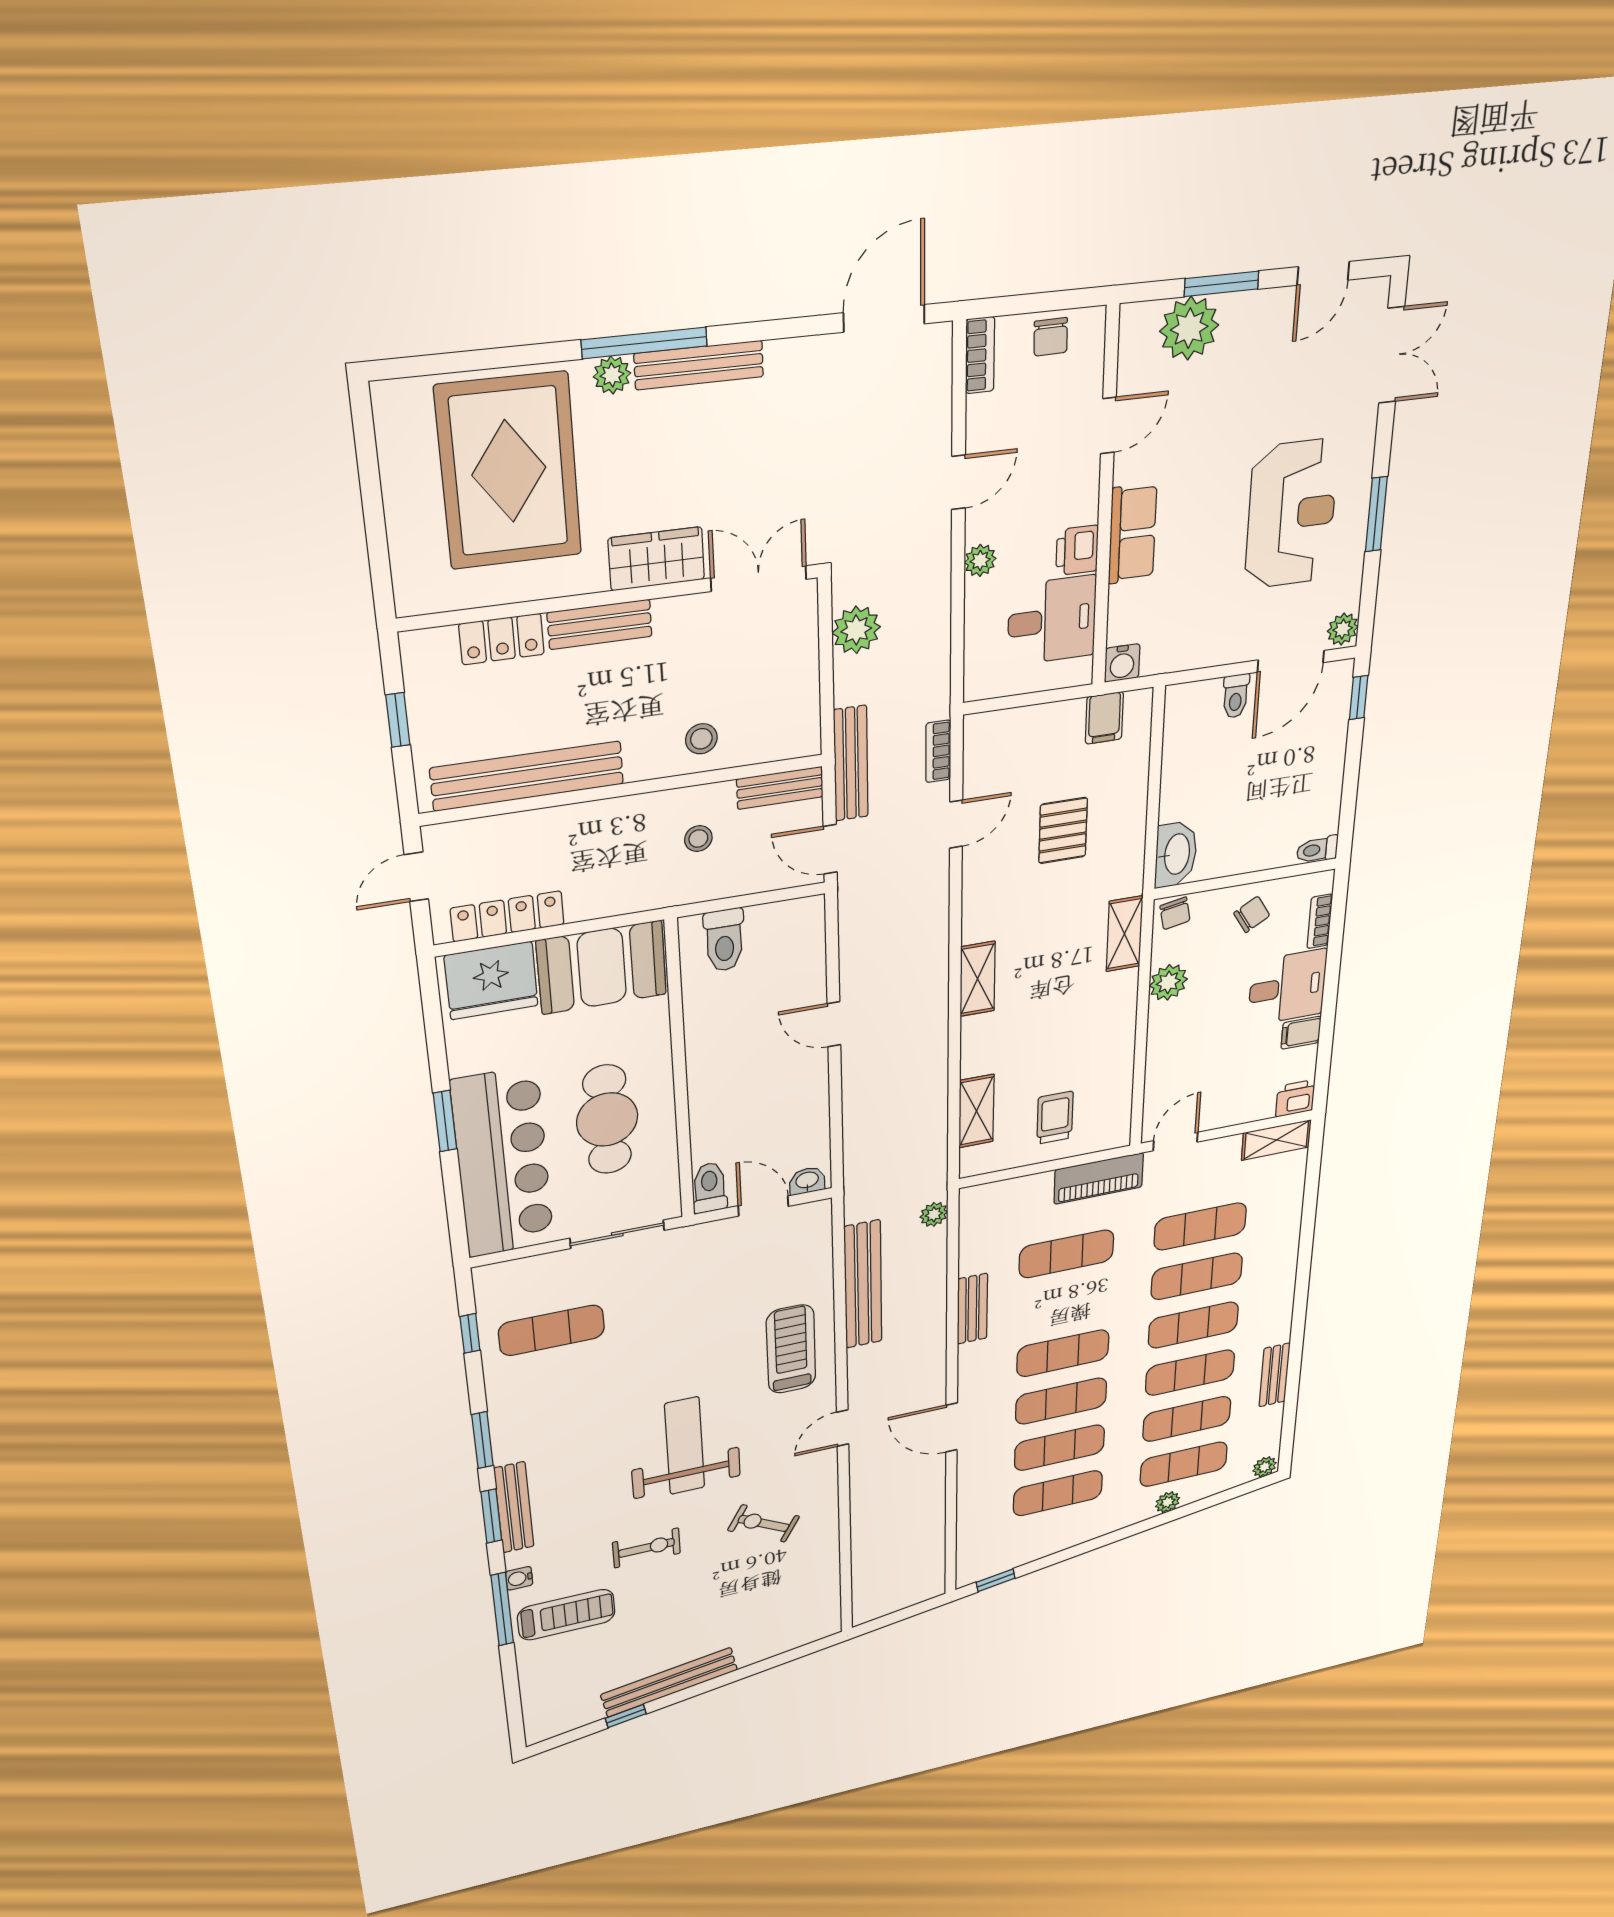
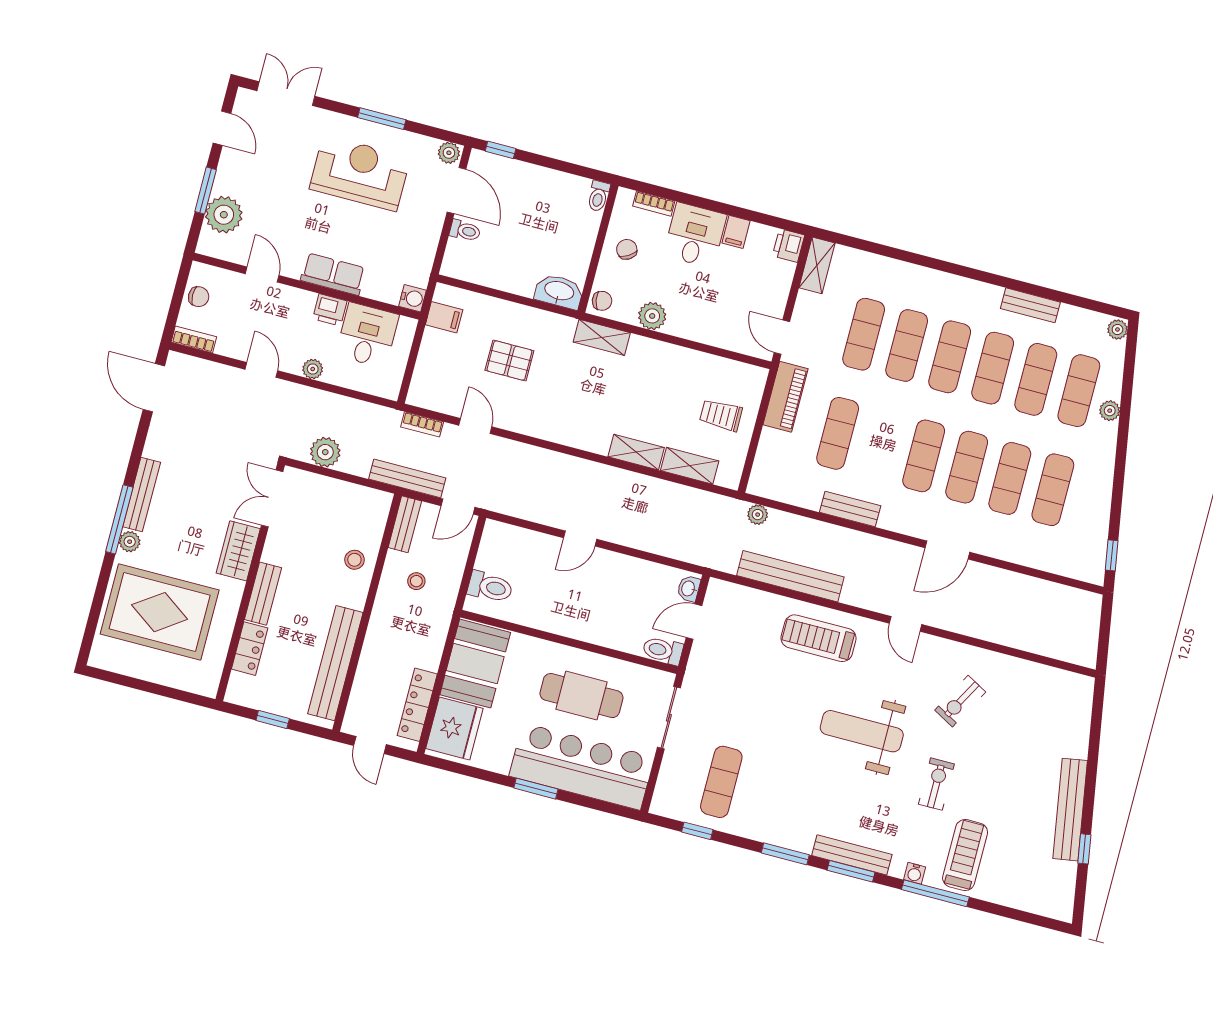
shelving: (978, 979) -> (636, 452), moved

